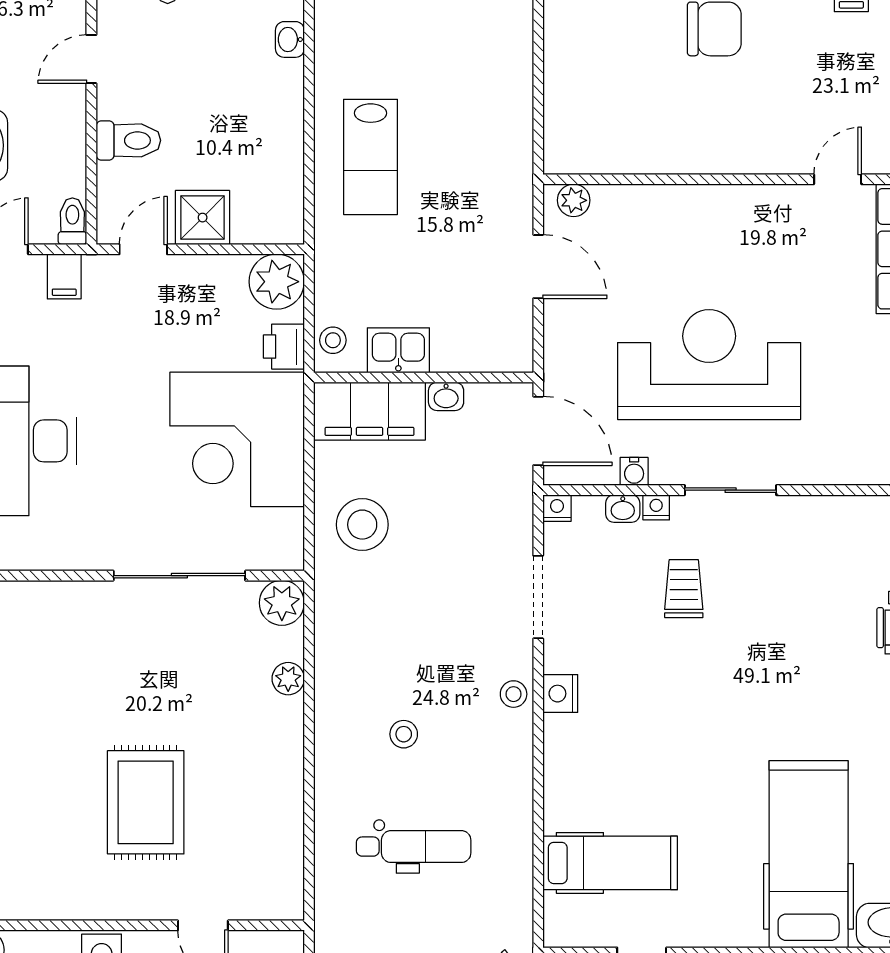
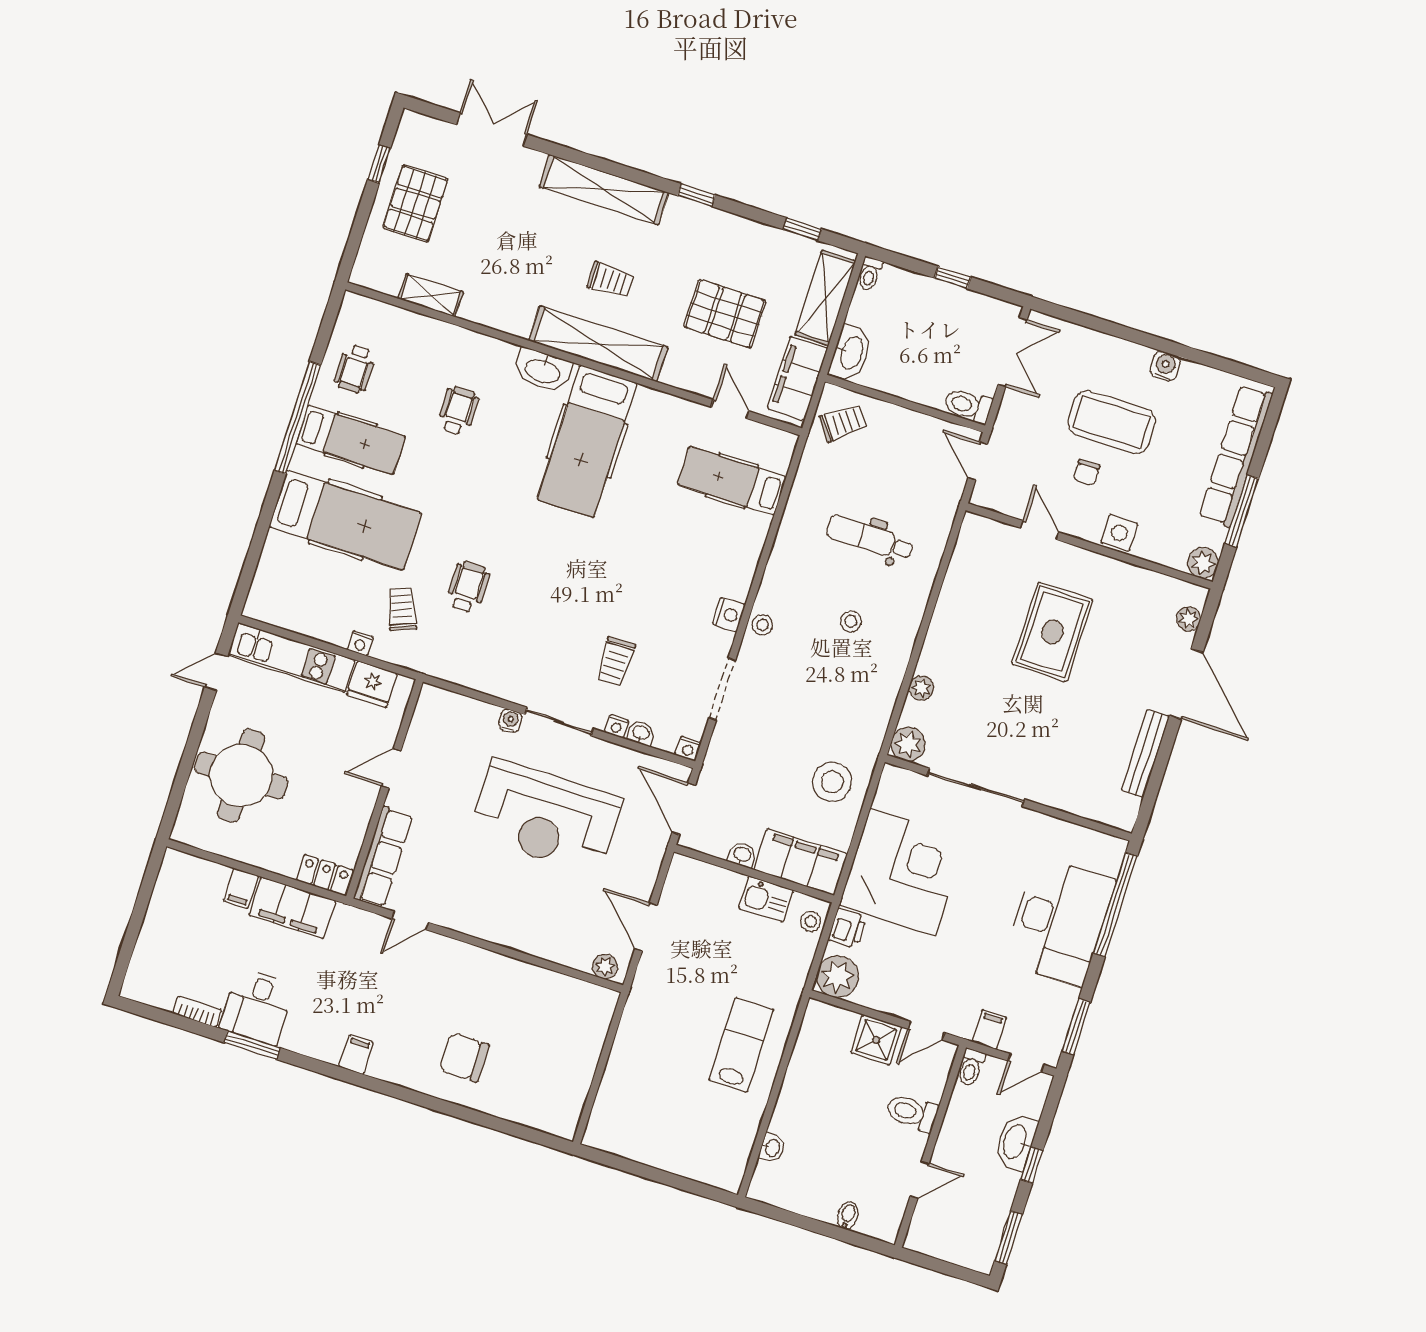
water cooler: (634, 471) -> (510, 721), moved

